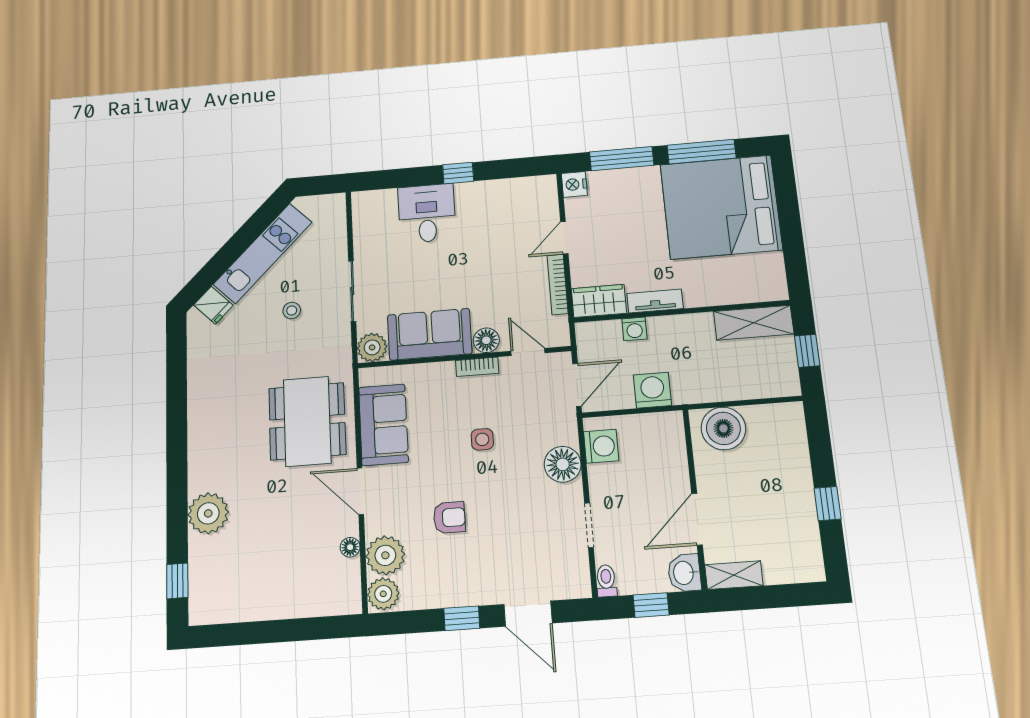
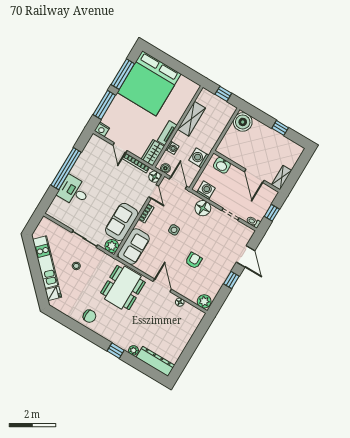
window: (458, 173) -> (66, 169), width x3.17
shelving: (754, 323) -> (192, 119), moved
floor lamp: (486, 340) -> (155, 177), moved
boiler: (587, 343) -> (165, 168), added
door: (528, 352) -> (154, 191), swing flipped
chair: (212, 398) -> (89, 316), added
dining table: (307, 421) -> (123, 288), turned 90
sofa: (383, 425) -> (134, 247), moved, turned 90
boiler: (723, 428) -> (243, 122), moved
door: (360, 491) -> (162, 285), swing flipped
plant: (208, 513) -> (134, 350), width x0.53, depth x0.53
plant: (385, 555) -> (191, 292), removed
washbasin: (684, 573) -> (222, 165), moved
window: (177, 581) -> (116, 351), moved
dresser: (203, 581) -> (155, 361), added
door: (528, 614) -> (246, 256), hinge flipped

